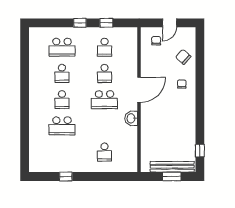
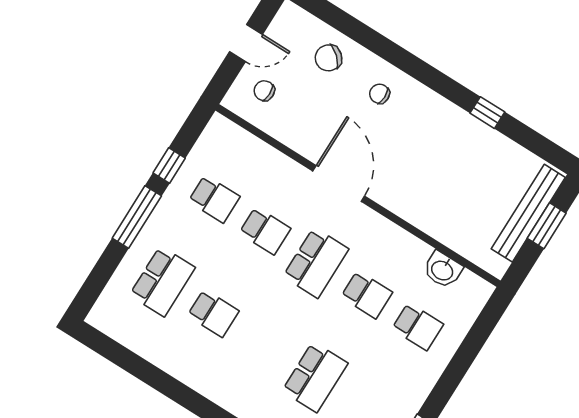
window: (80, 23) -> (137, 217), width x2.17
door: (170, 23) -> (246, 43), hinge flipped
school desk: (62, 100) -> (367, 295), moved
washbasin: (131, 118) -> (443, 270), moved
window: (200, 151) -> (487, 113), moved

